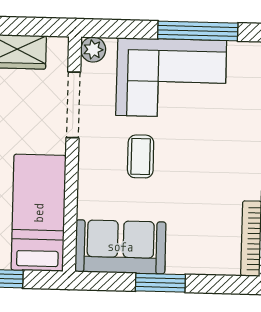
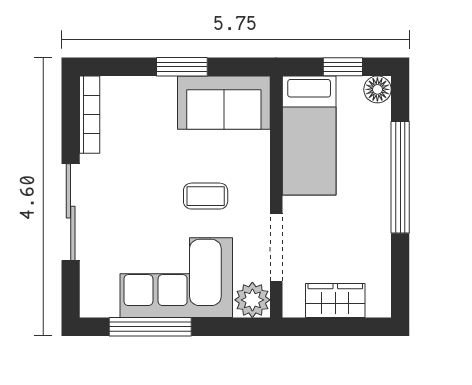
plant: (93, 50) -> (252, 300), width x1.38, depth x1.38
coffee table: (141, 156) -> (206, 196), turned 90

